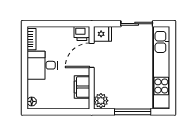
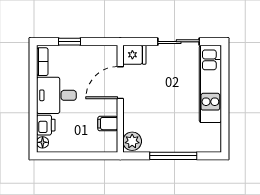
window: (52, 24) -> (69, 42), added
printer: (82, 33) -> (46, 125), moved, turned -90
kitchen unit: (161, 67) -> (210, 84), width x0.73
filing cabinet: (82, 87) -> (108, 124), width x0.50

